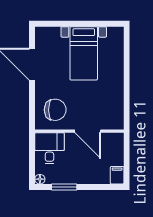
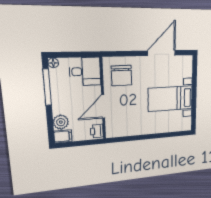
printer: (115, 139) -> (97, 131), added
plant: (101, 176) -> (61, 122), added
window: (64, 187) -> (47, 87), width x1.44

